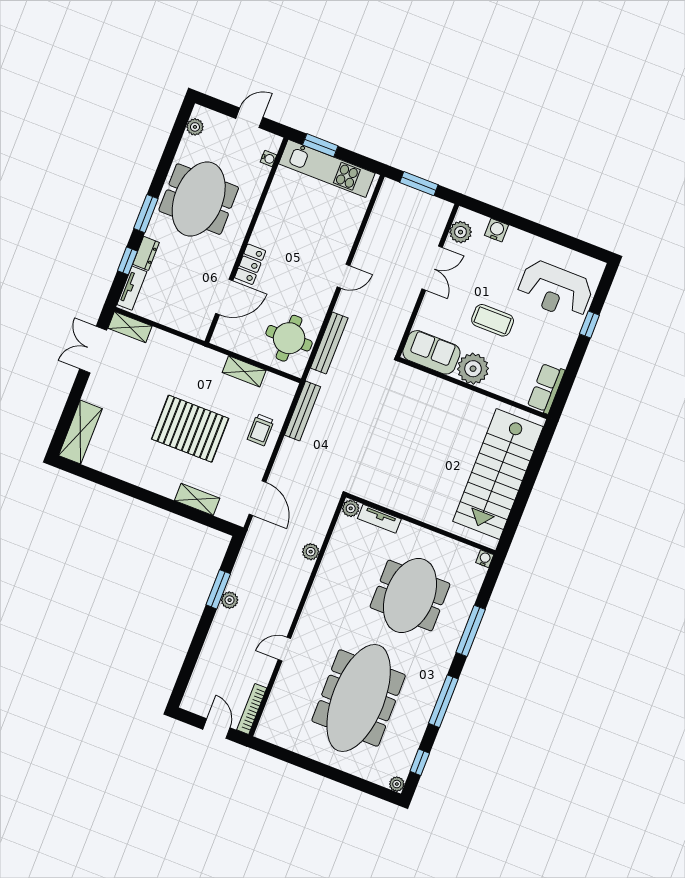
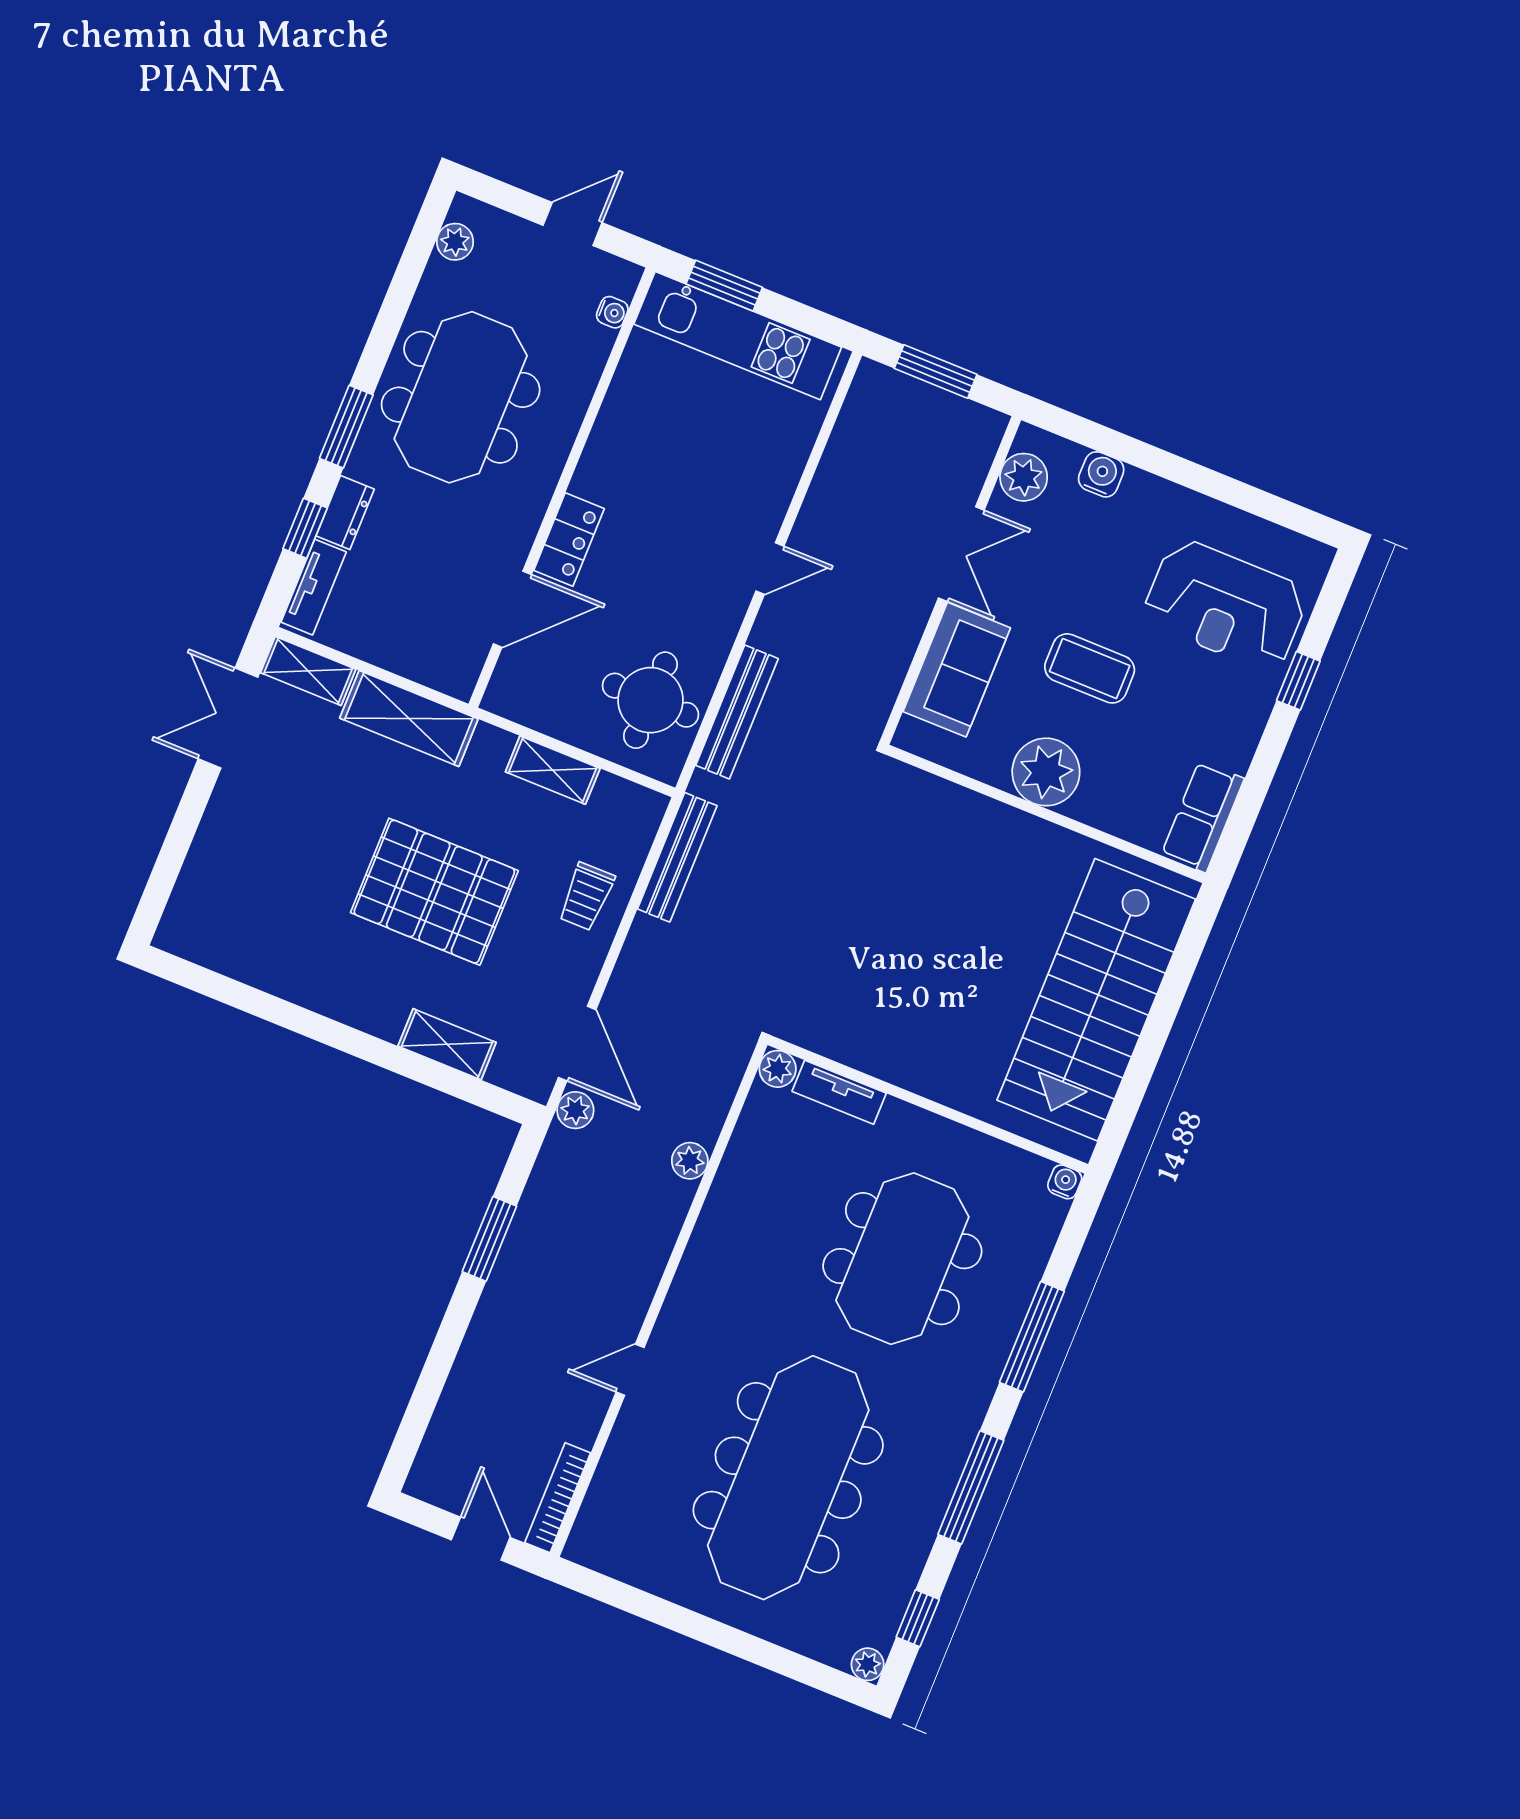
sofa: (431, 352) -> (957, 670), moved, turned 90
shelving: (80, 432) -> (409, 718), moved, turned 90
plant: (230, 600) -> (575, 1110), moved

